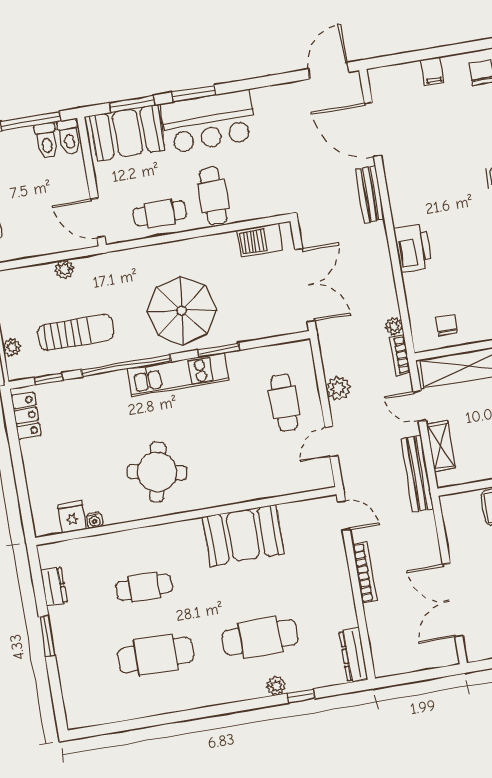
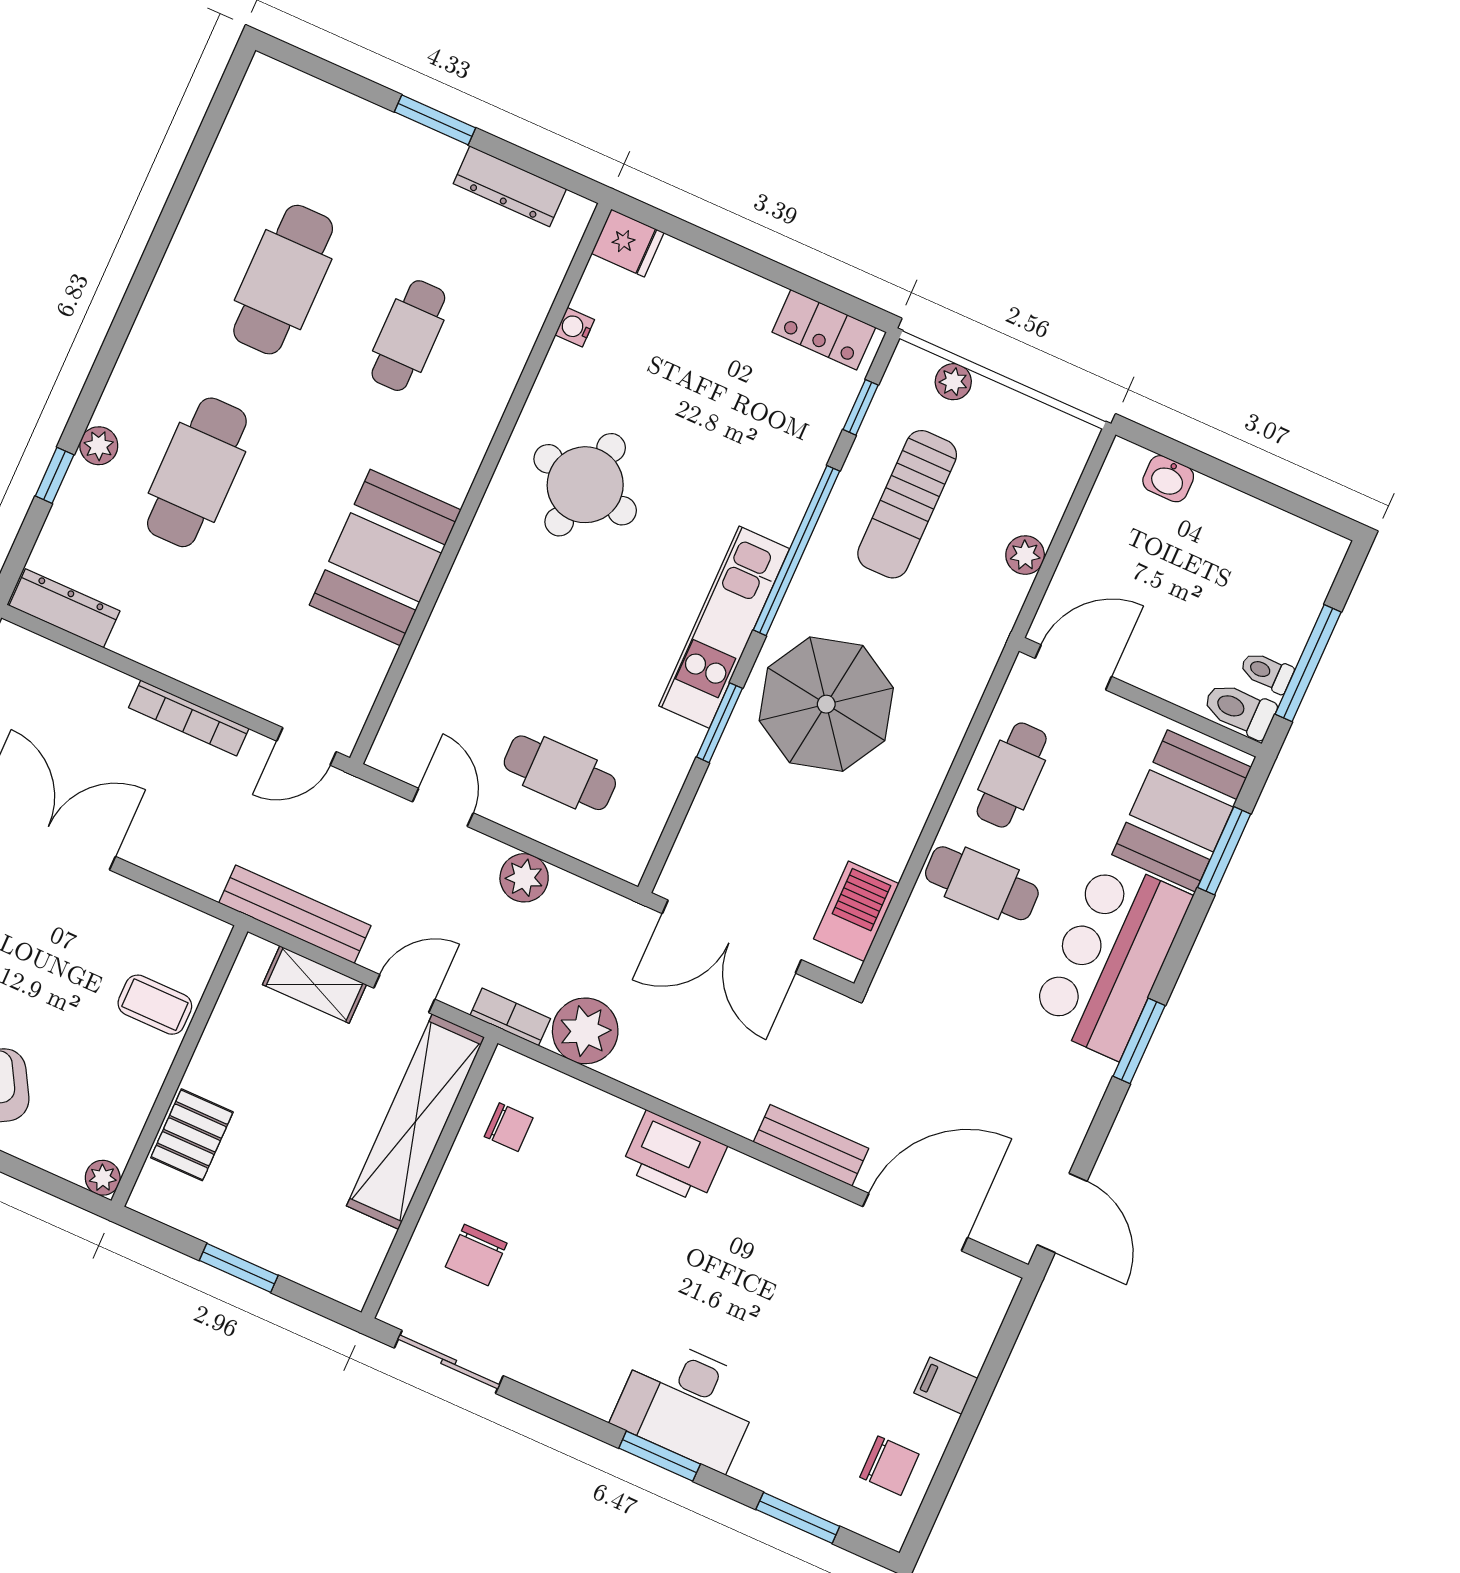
window: (194, 93) -> (1139, 1041), moved
toilet: (47, 141) -> (1267, 672), width x0.73, depth x0.72
plant: (394, 326) -> (585, 1031), width x1.88, depth x1.88
fridge: (72, 517) -> (628, 243), moved
dresser: (54, 586) -> (510, 186), width x1.44

